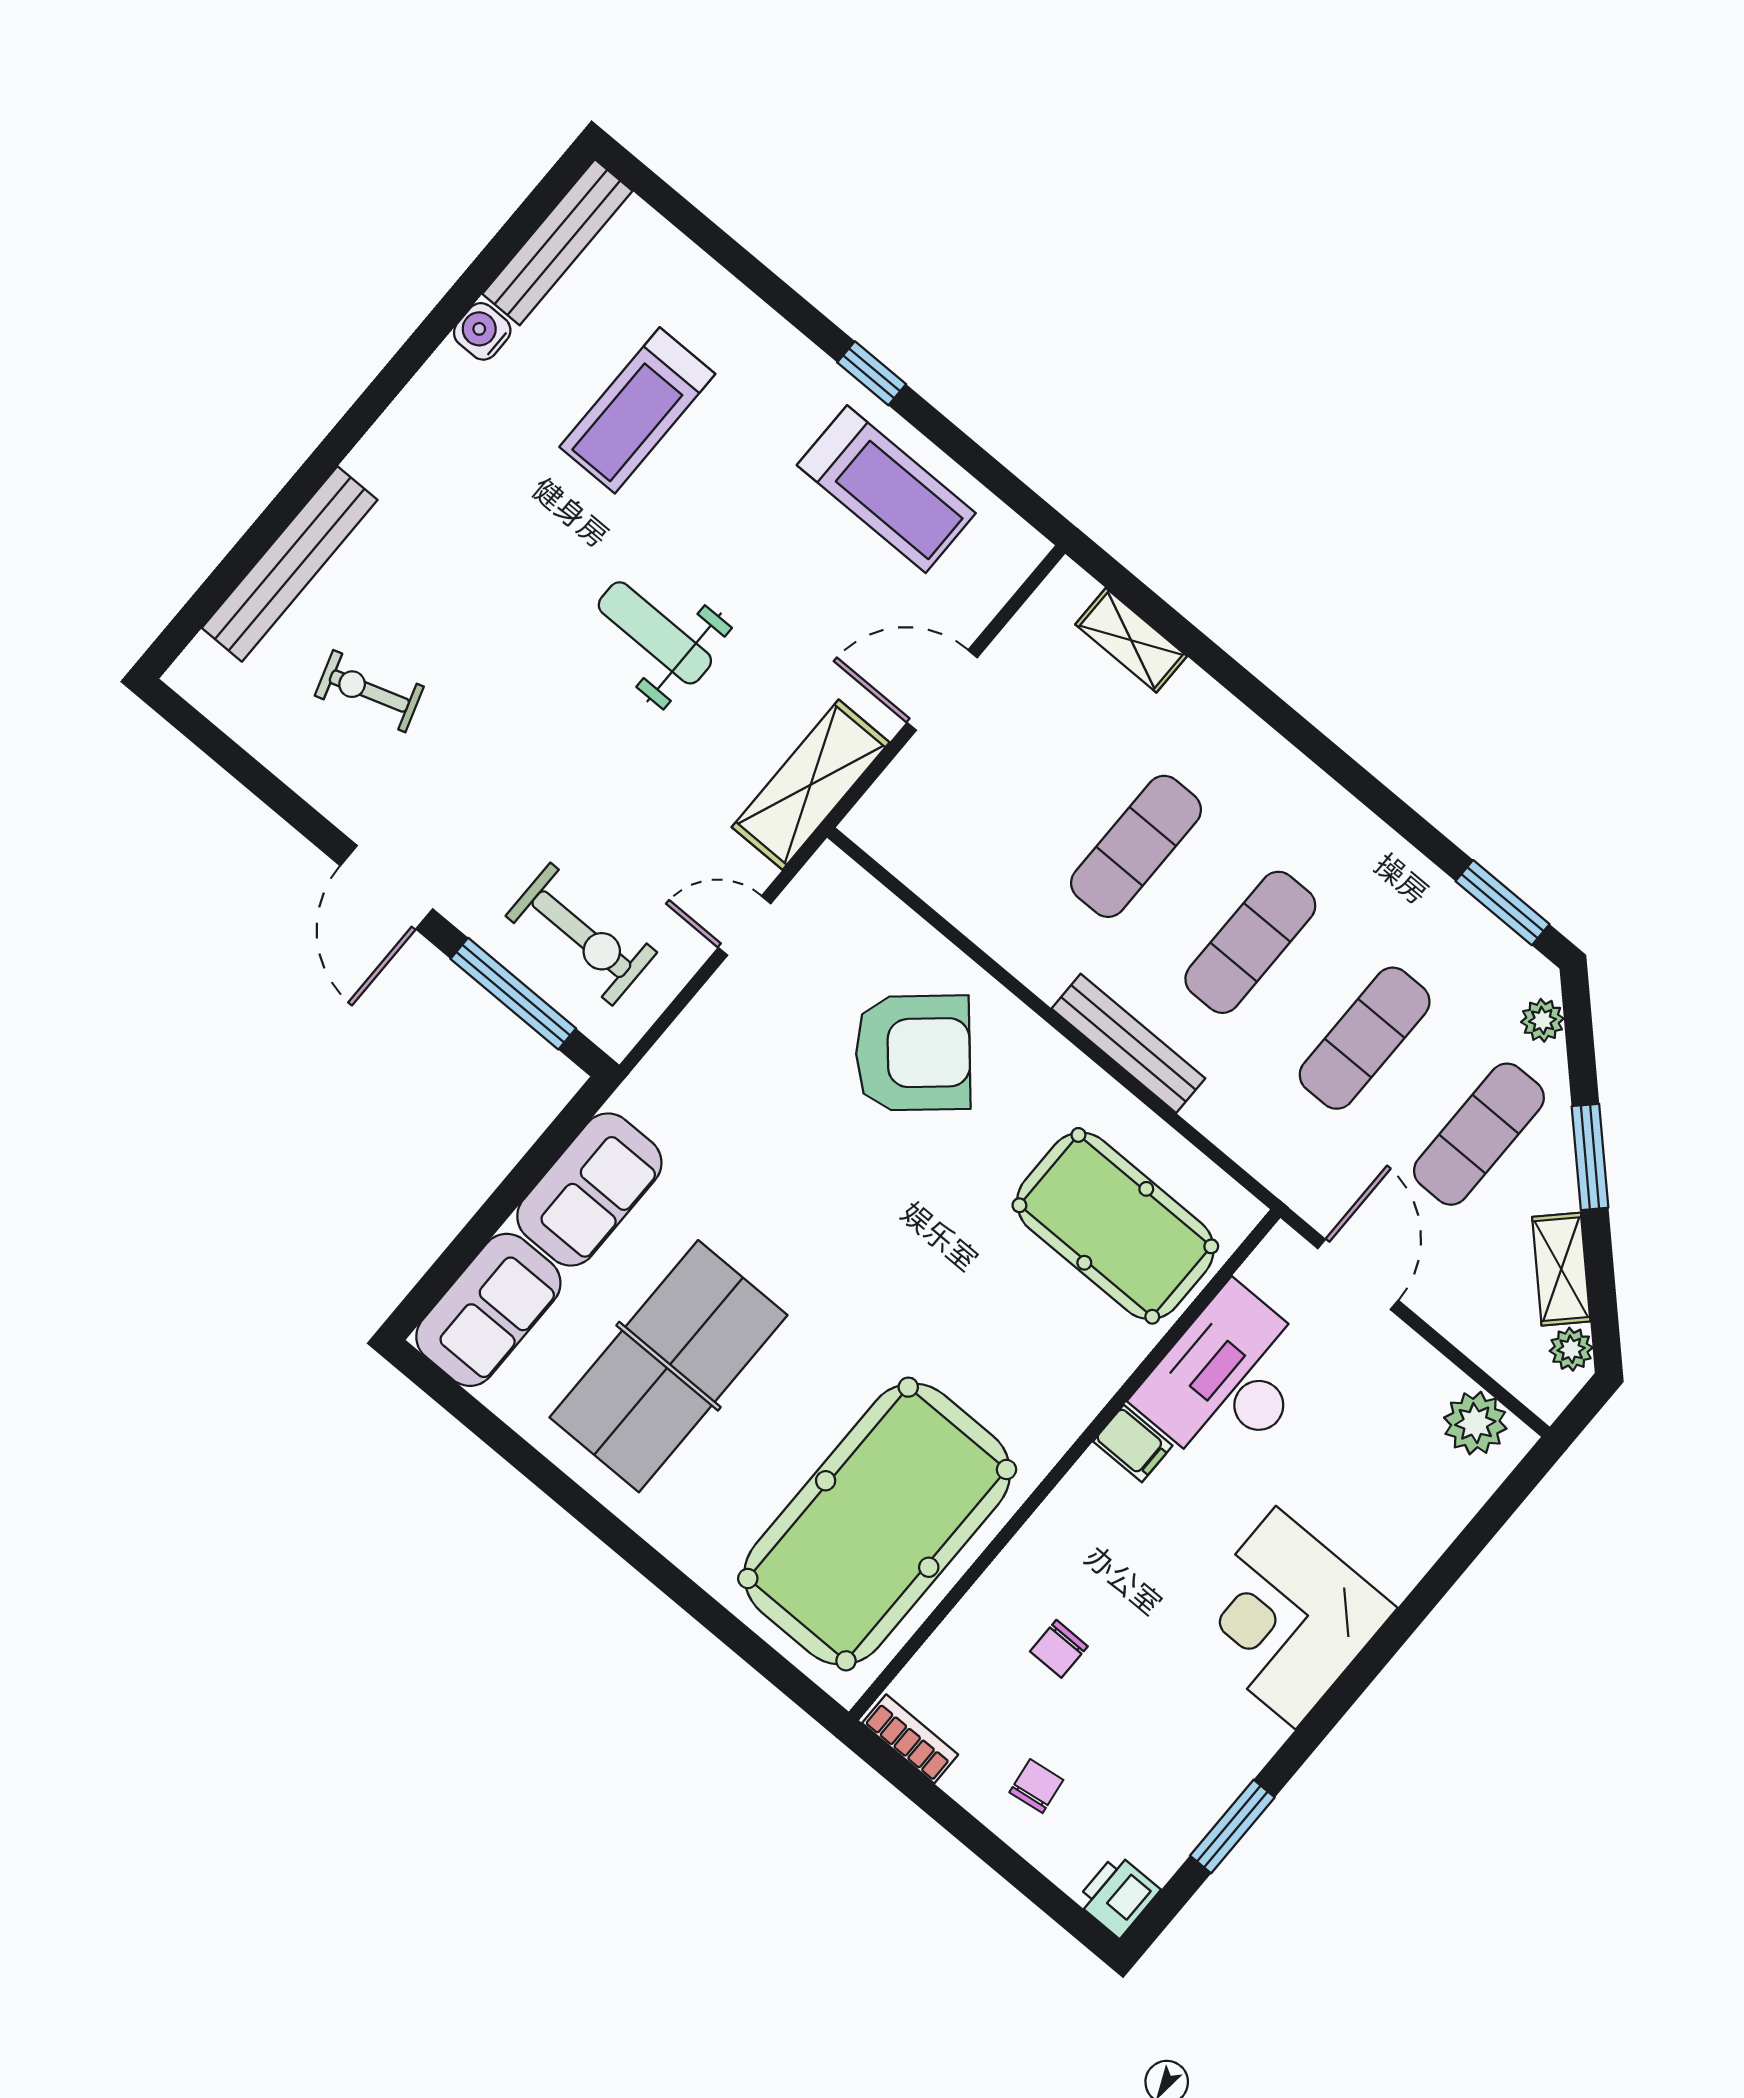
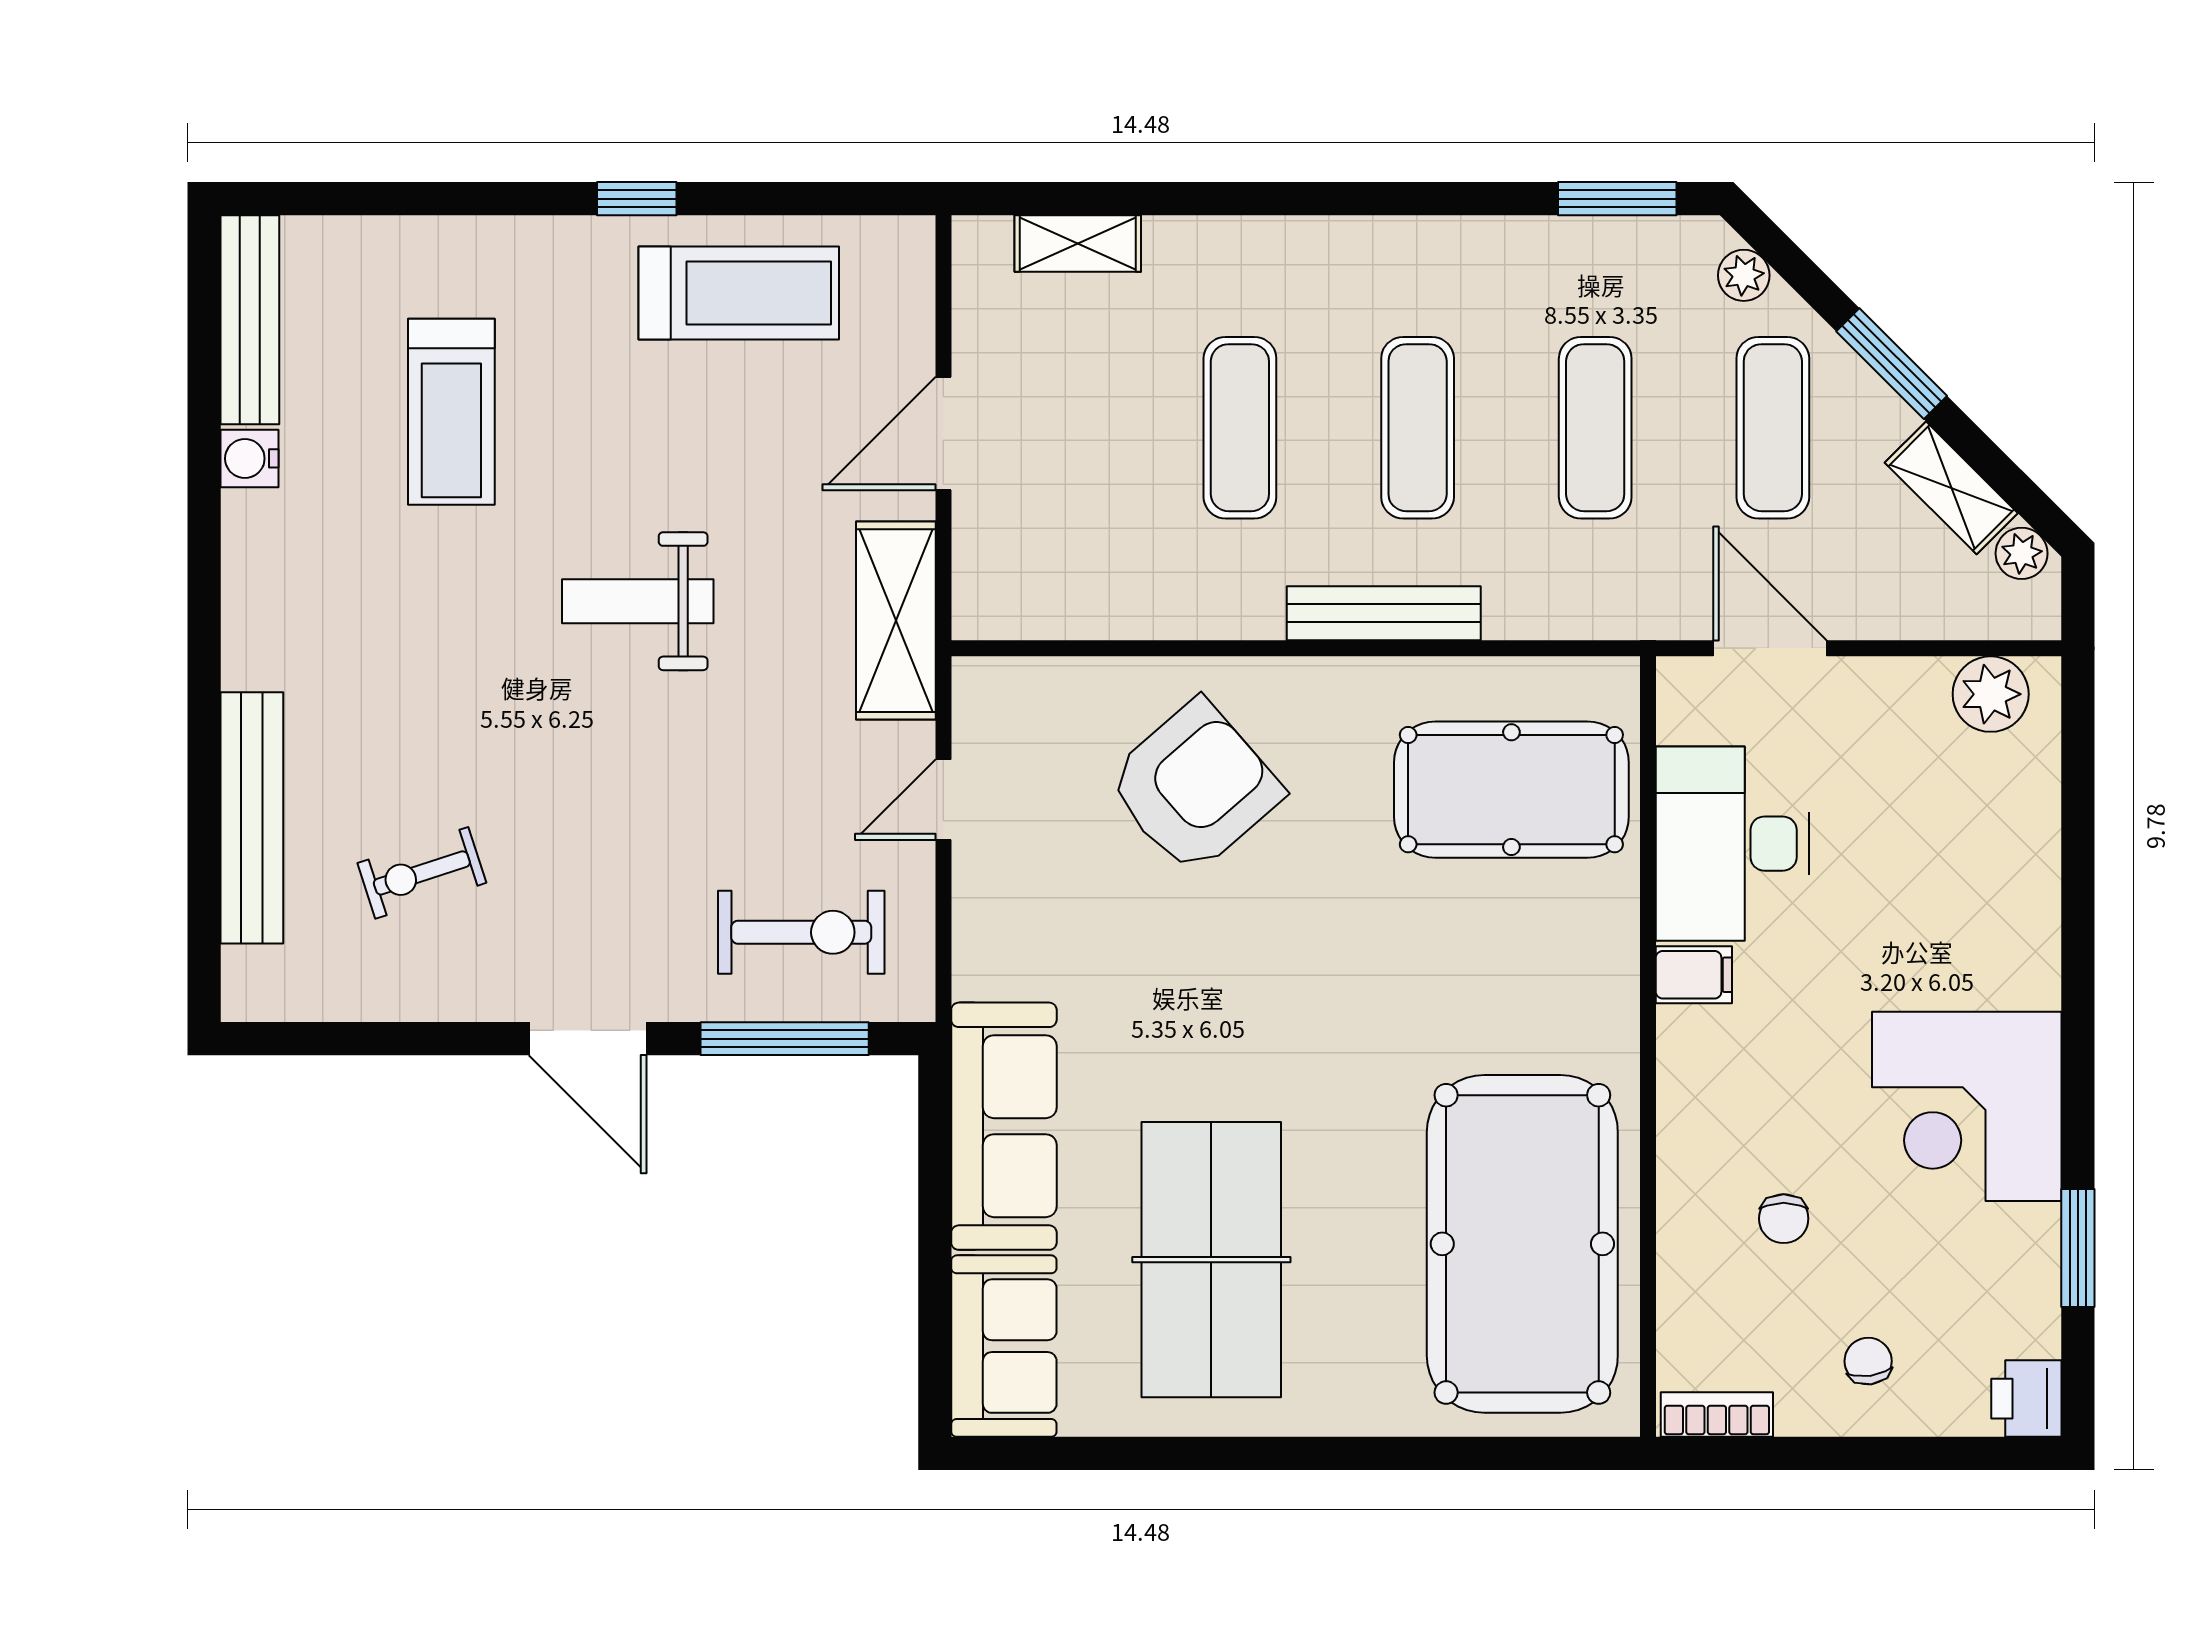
sofa: (589, 1189) -> (1004, 1126), width x1.36
corner desk: (1286, 1618) -> (1967, 1106), moved

